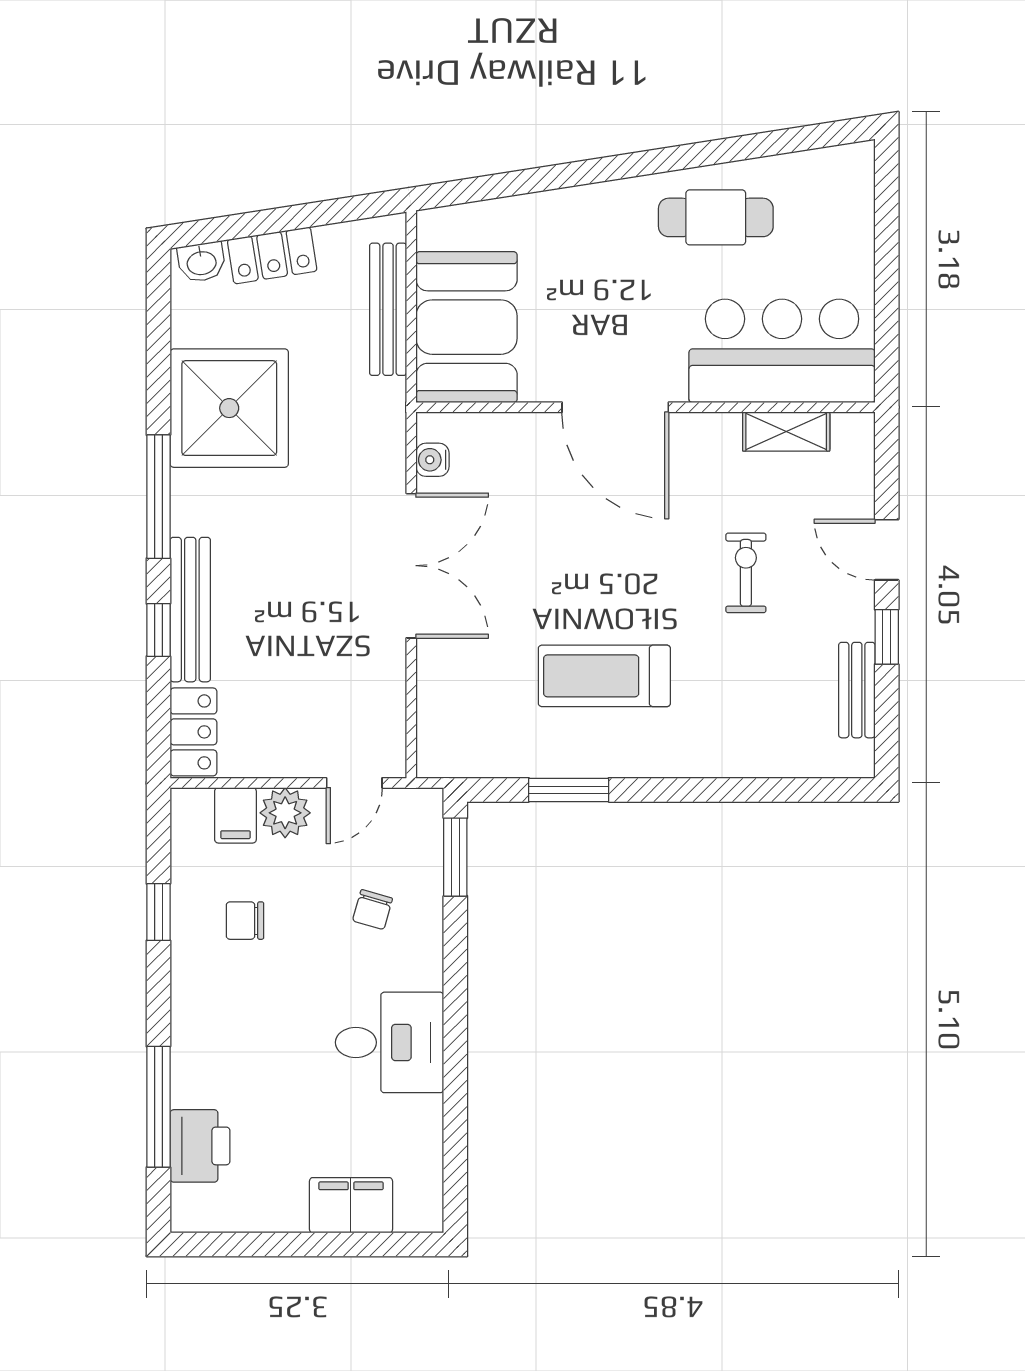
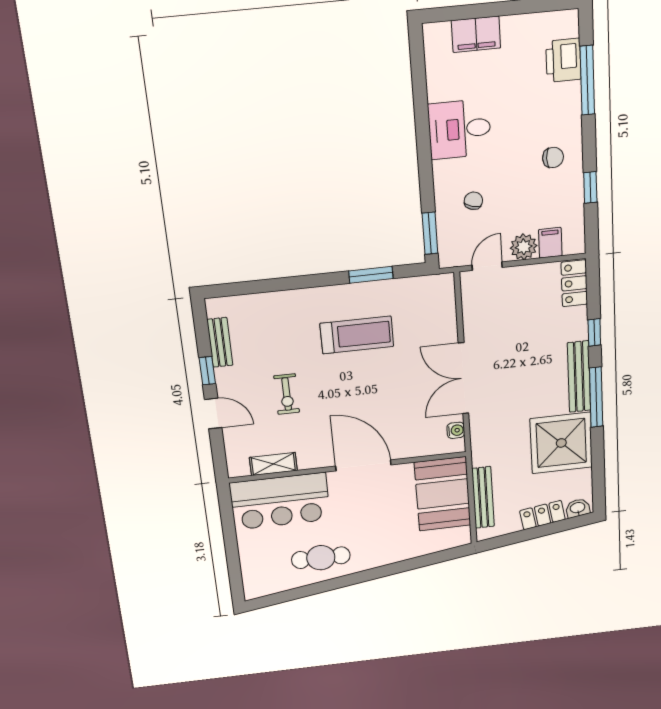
bench: (190, 610) -> (579, 377), moved
chair: (245, 921) -> (553, 157), moved

